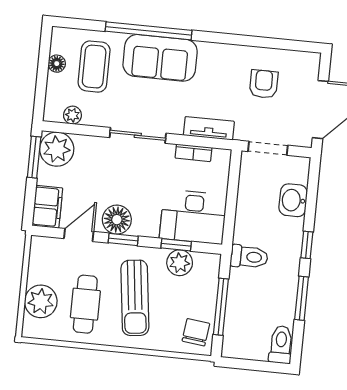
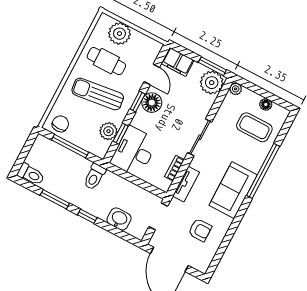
sofa: (160, 58) -> (233, 190), moved
plant: (72, 115) -> (236, 89), moved
chair: (196, 332) -> (60, 124), turned -97

